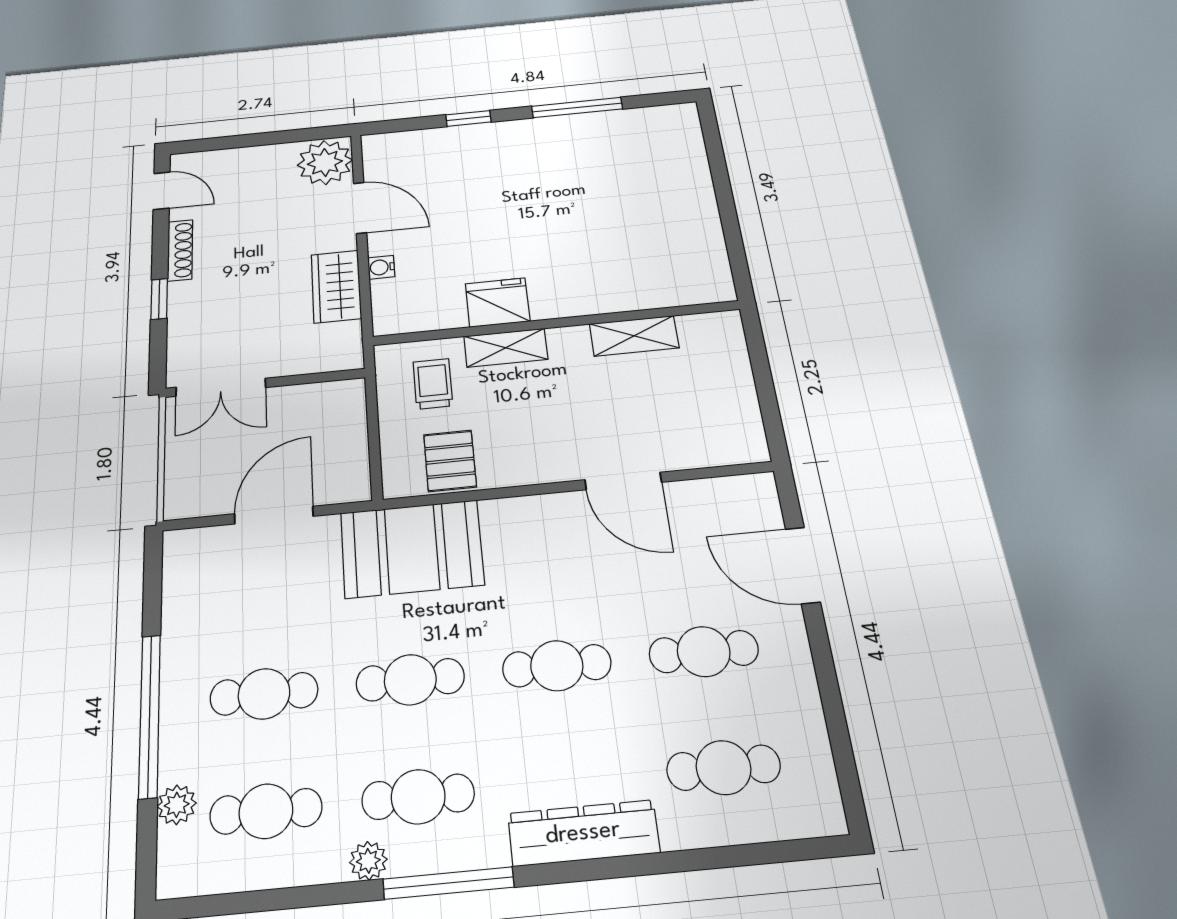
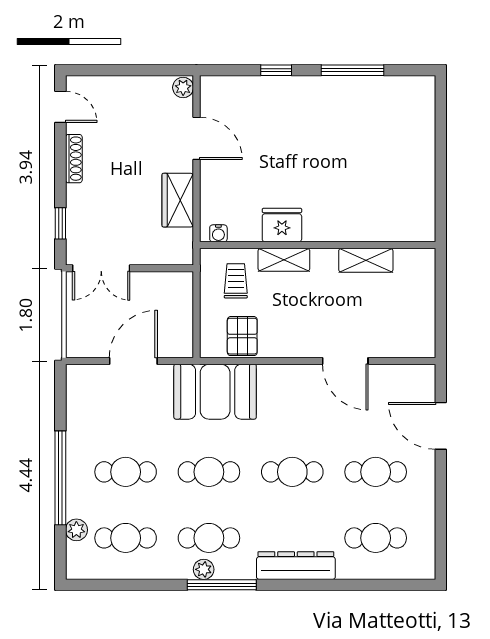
plant: (325, 163) -> (183, 88), width x0.53, depth x0.53
water cooler: (381, 267) -> (218, 233), moved, turned -90
window: (159, 299) -> (60, 223), moved
plant: (368, 861) -> (204, 569), moved

